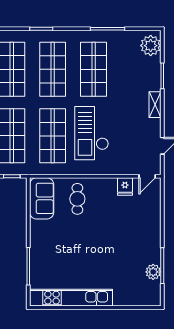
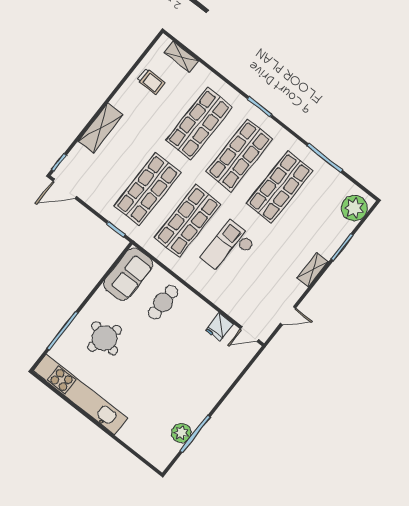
checkout: (92, 133) -> (228, 249), width x0.73, depth x0.83
round table: (58, 250) -> (105, 338), added

